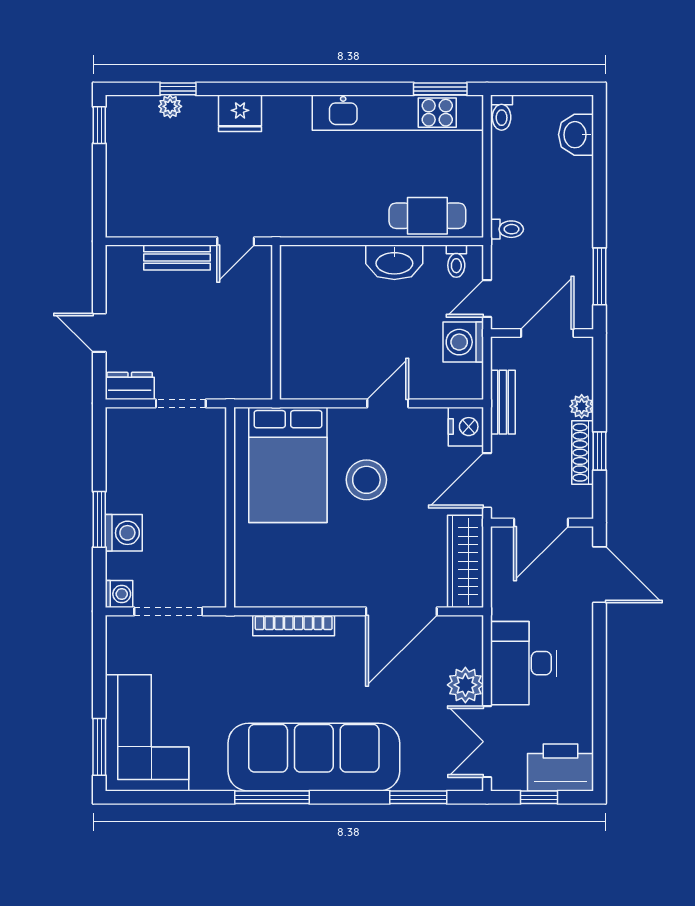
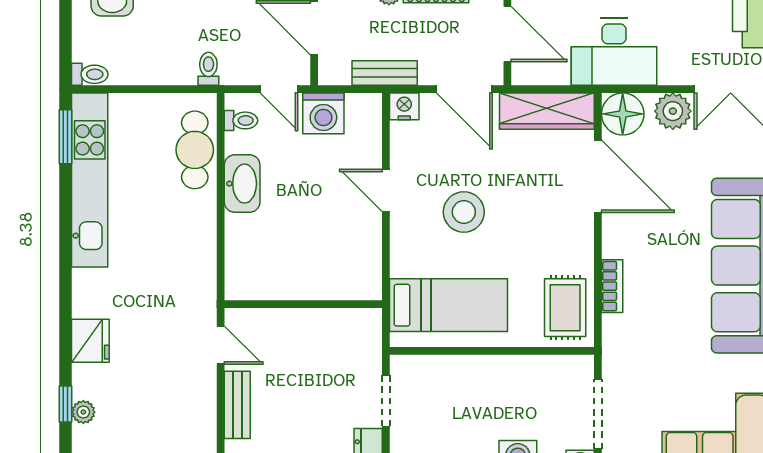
nightstand: (466, 427) -> (404, 106), width x0.74, depth x0.75
bed: (288, 465) -> (448, 305), width x0.67
rug: (272, 579) -> (565, 308), added
bookcase: (294, 625) -> (612, 286), width x0.64
floor lamp: (463, 636) -> (623, 114), added
desk: (524, 663) -> (614, 52), moved

